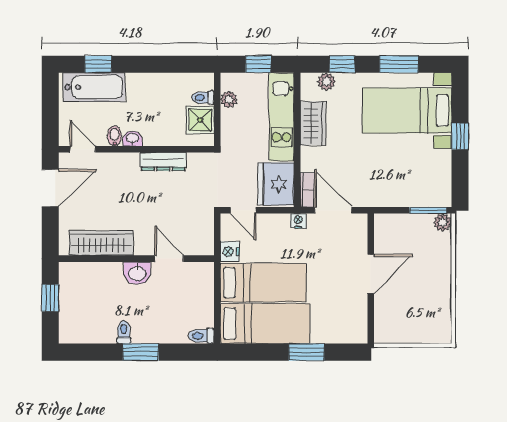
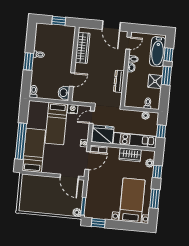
window: (142, 64) -> (166, 76), added
shower: (200, 120) -> (155, 81), moved
window: (460, 136) -> (98, 223), moved
washbasin: (137, 273) -> (64, 93), moved
door: (371, 274) -> (69, 177), moved
bed: (265, 324) -> (34, 150), moved, turned 180
window: (306, 352) -> (21, 141), width x2.11

